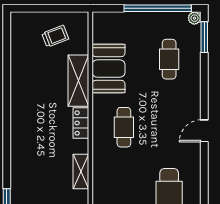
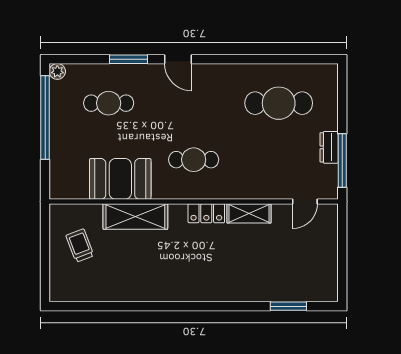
window: (204, 37) -> (129, 59), moved
locker: (81, 123) -> (206, 213), moved
door: (204, 131) -> (178, 59), moved

